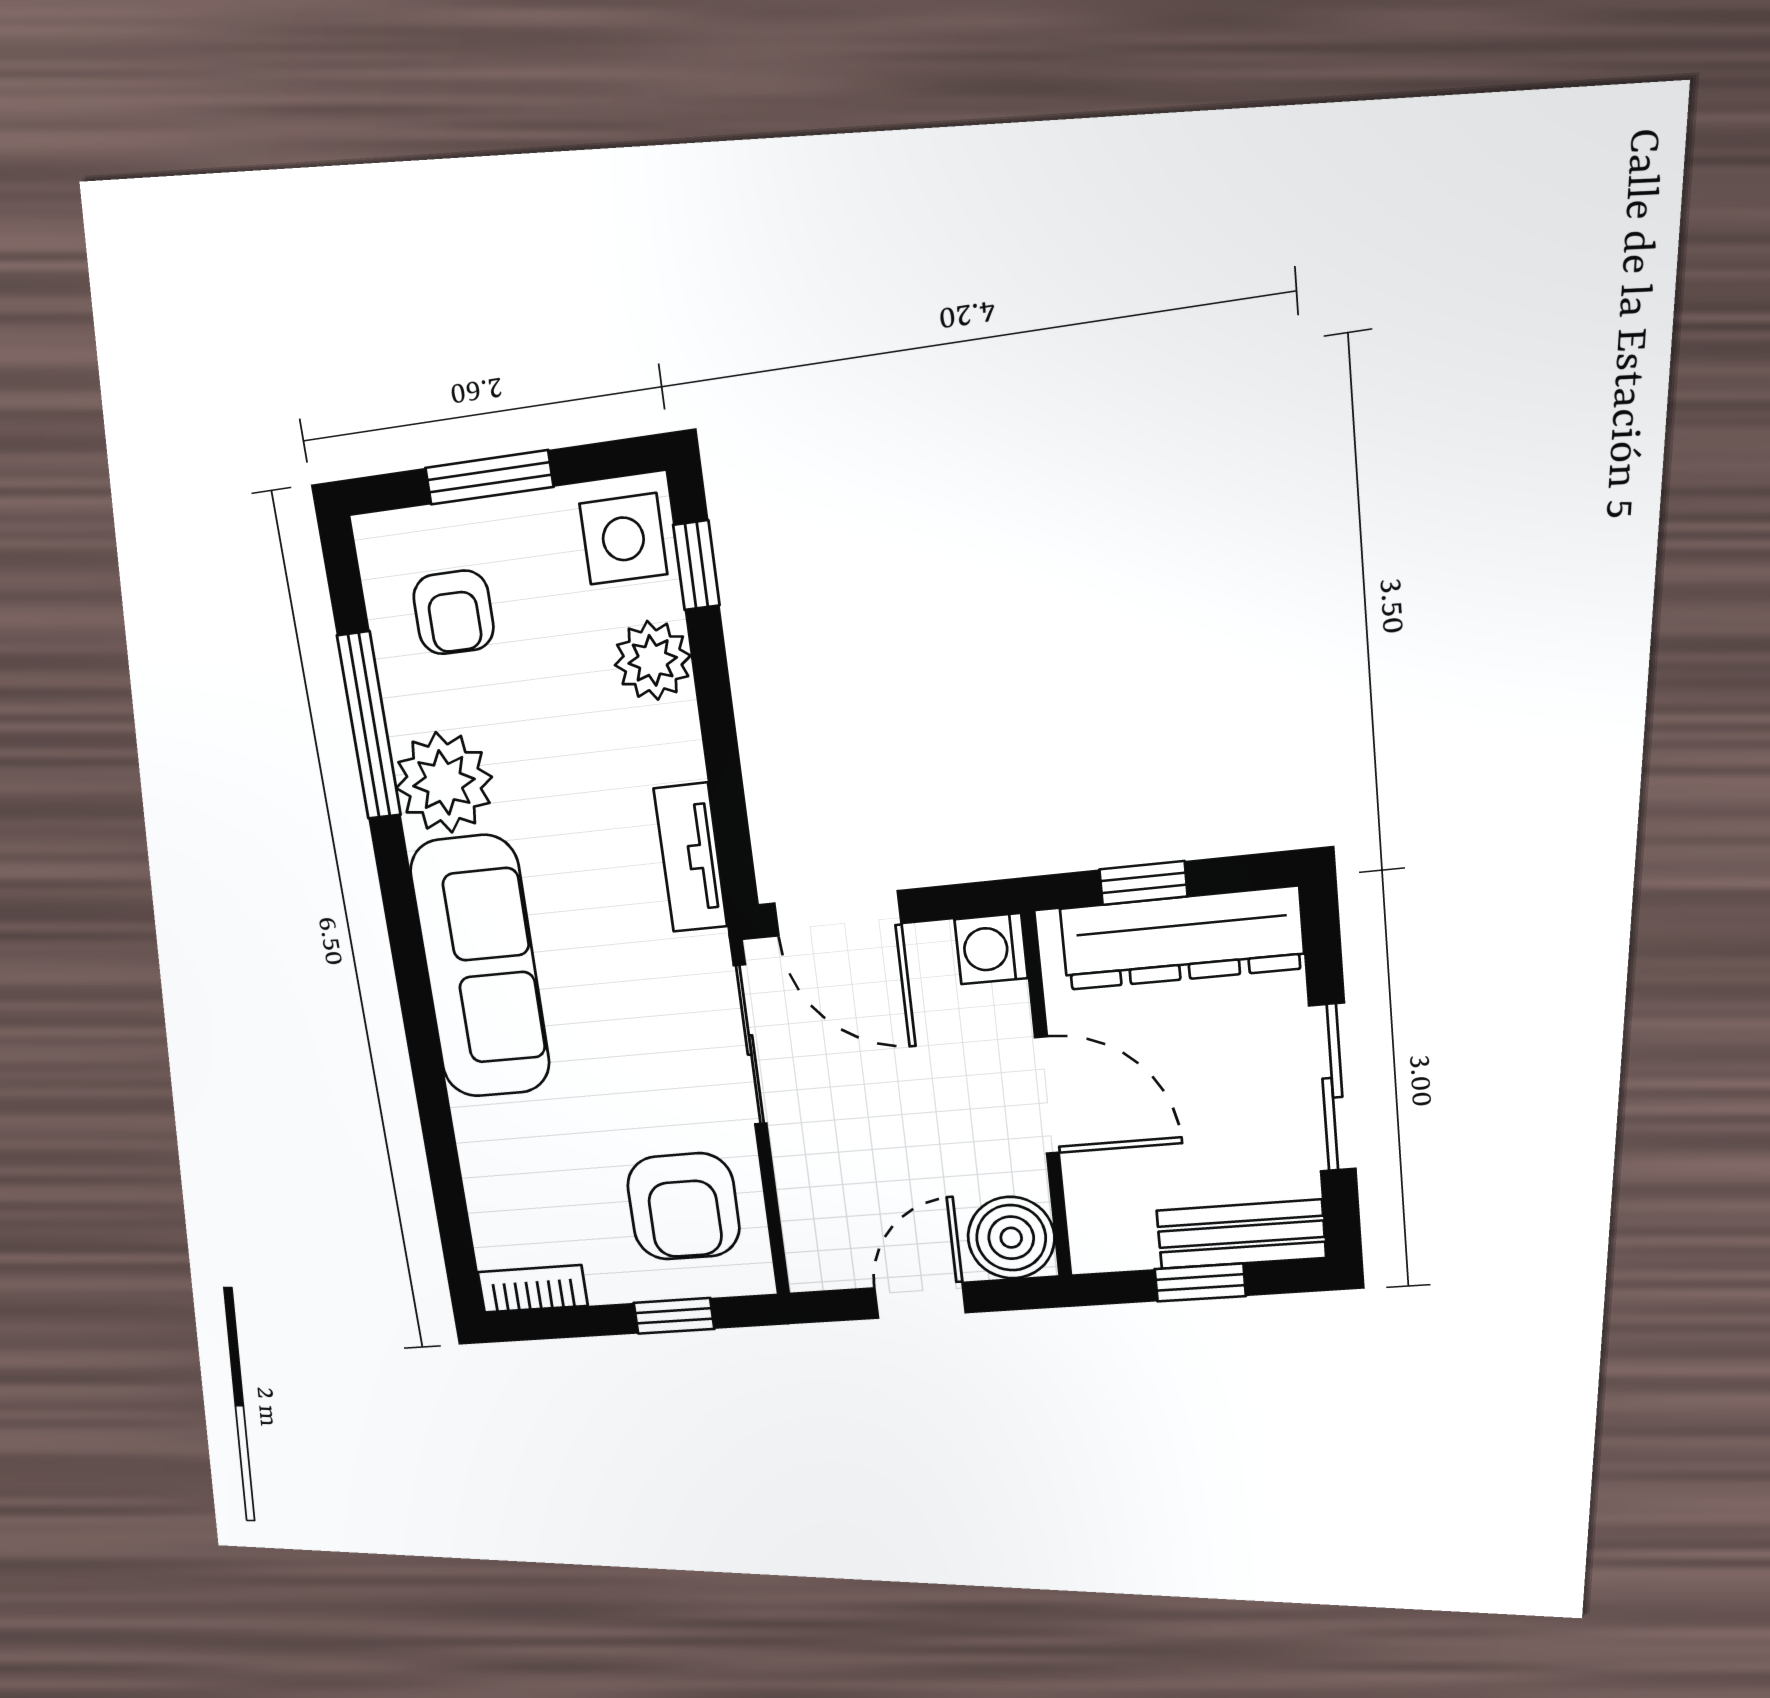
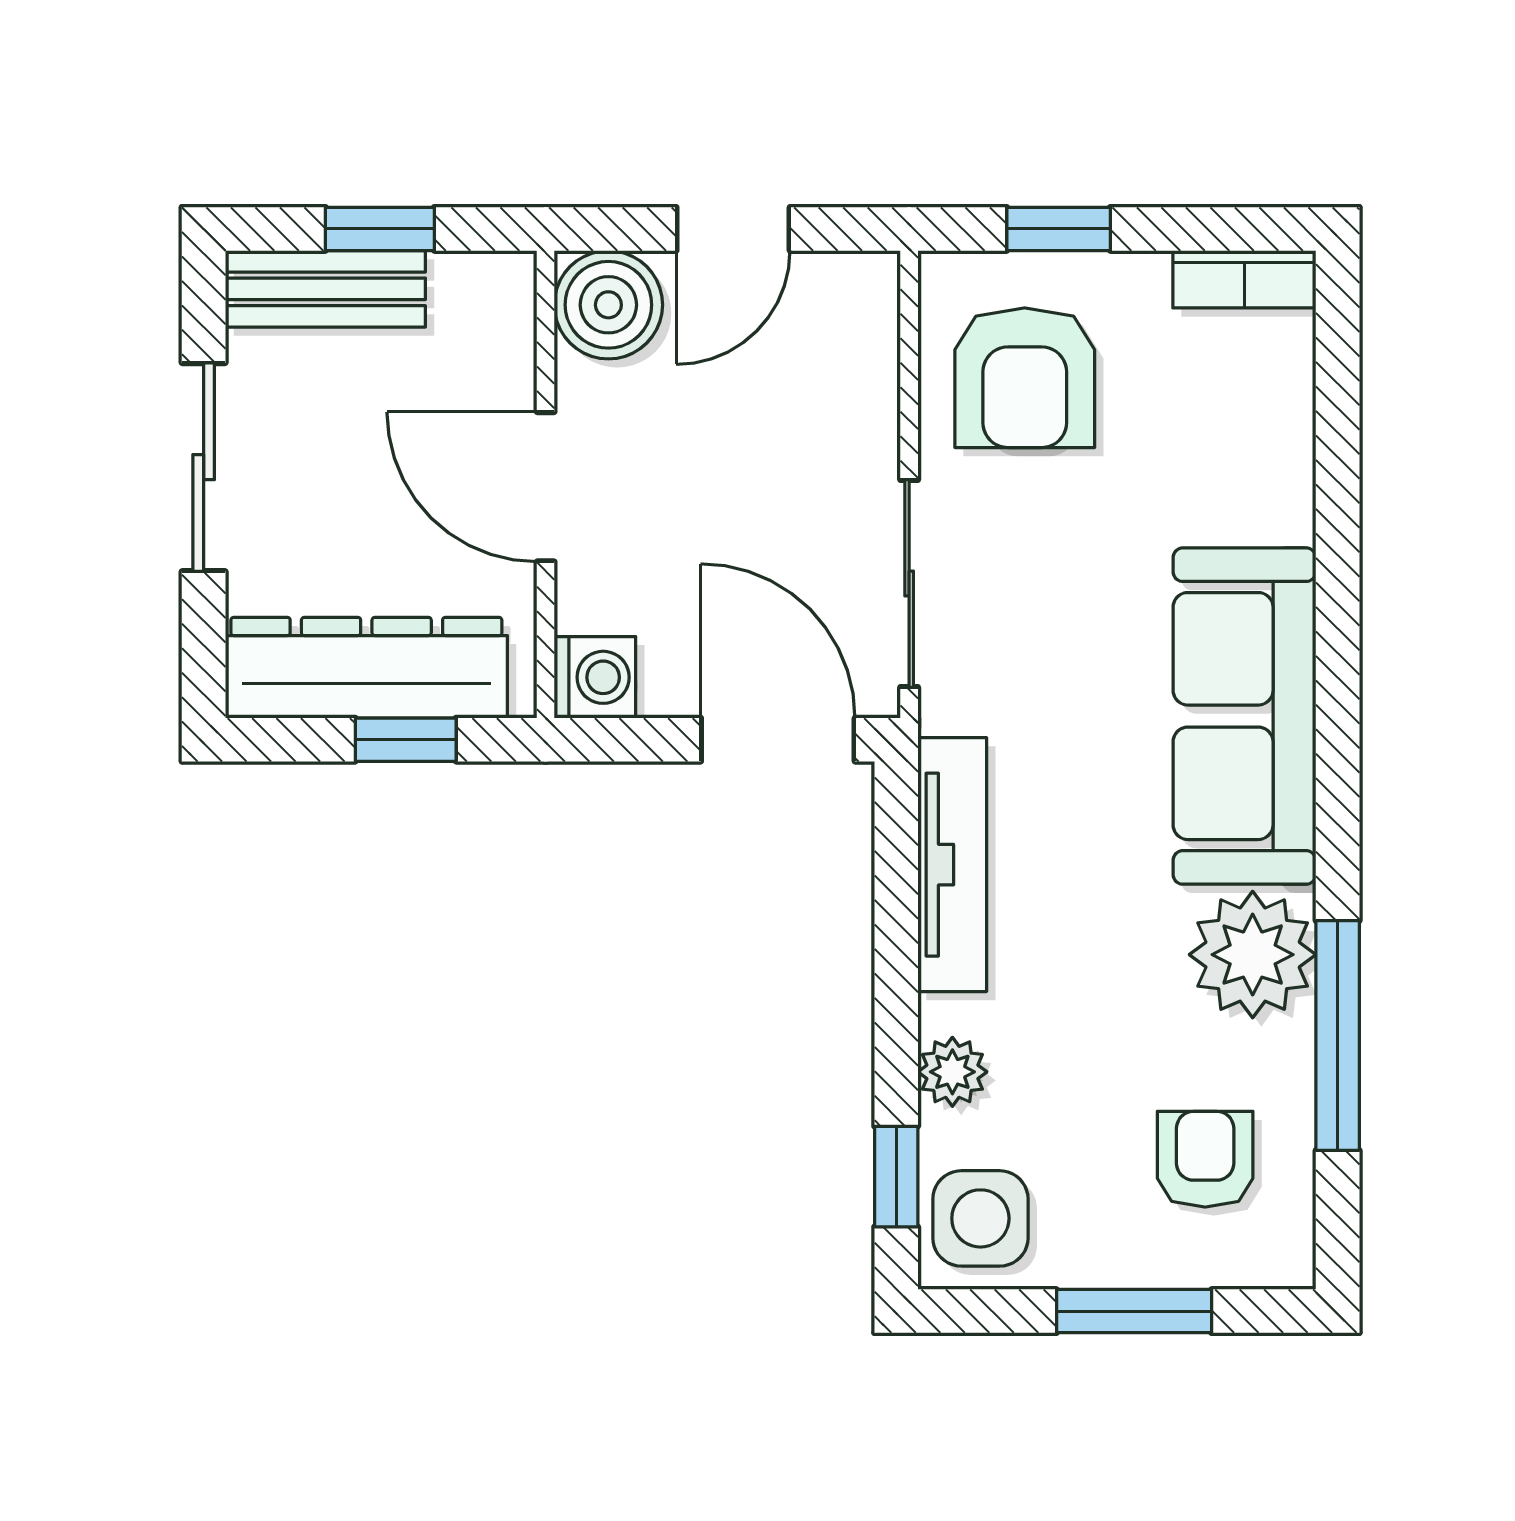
plant: (653, 660) -> (952, 1072), width x0.73, depth x0.73
tv unit: (691, 858) -> (952, 865), width x1.41
armchair: (683, 1206) -> (1025, 378), turned 180

